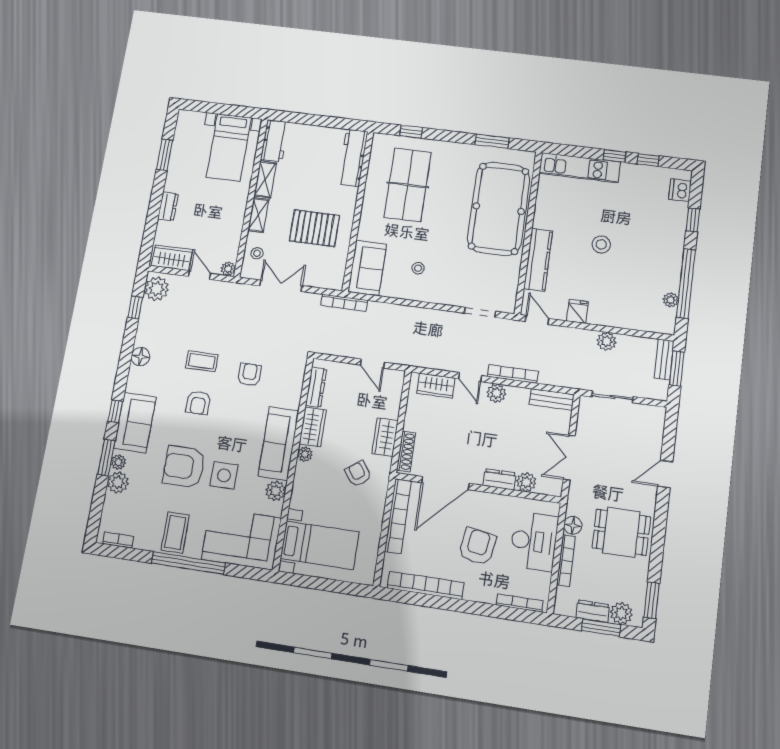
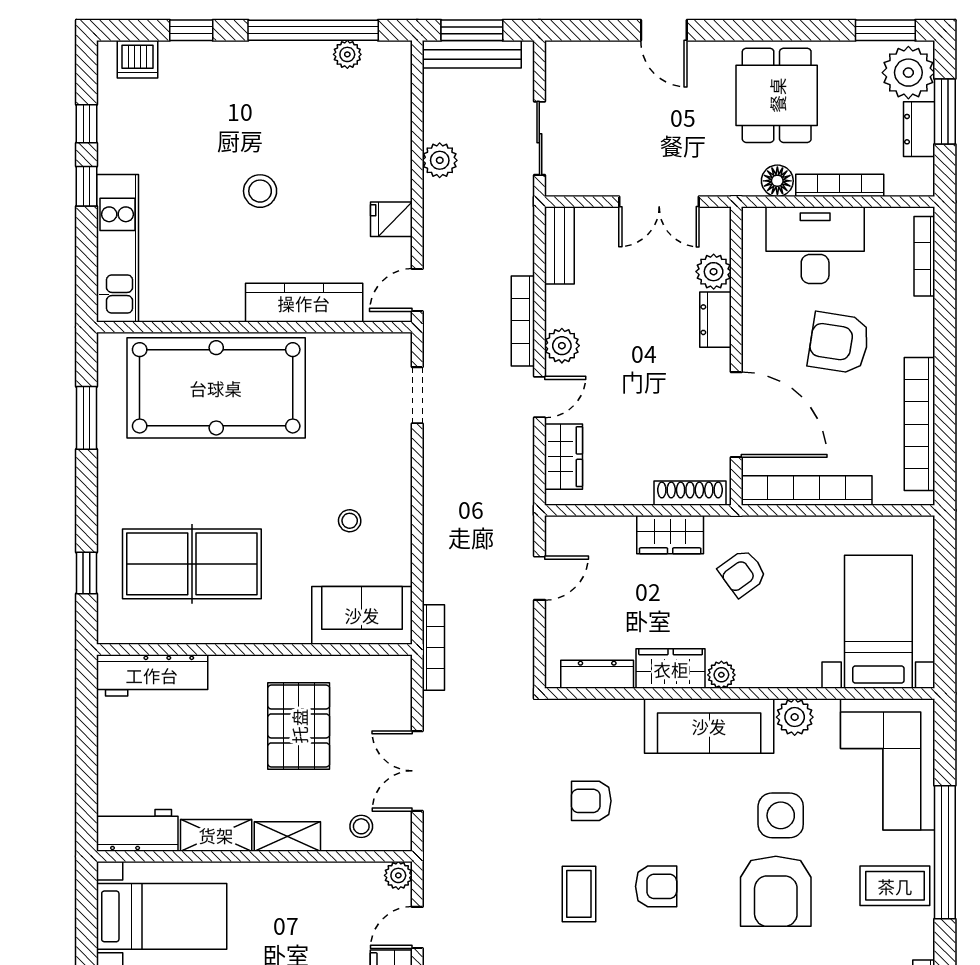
bench: (664, 359) -> (472, 54), width x1.36
plant: (621, 613) -> (908, 73), width x1.36, depth x1.36

